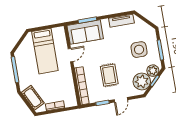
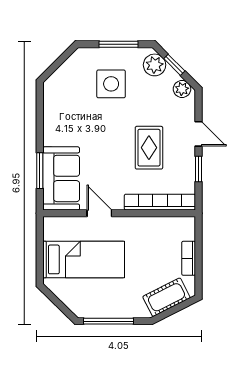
tv unit: (121, 21) -> (52, 107), removed
rug: (109, 75) -> (149, 148), turned 90
plant: (142, 81) -> (182, 89), width x0.53, depth x0.53

